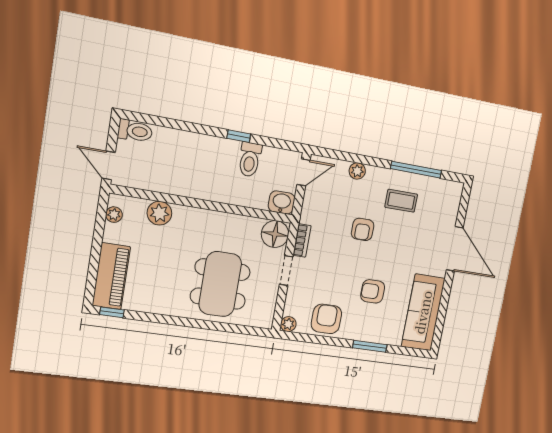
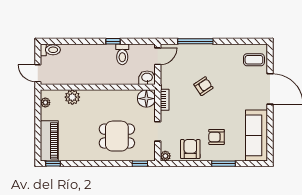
window: (416, 170) -> (195, 41), moved
plant: (357, 171) -> (193, 49), removed
coffee table: (401, 201) -> (254, 60), moved
armchair: (363, 229) -> (203, 86), turned -124
doorway: (286, 271) -> (158, 131), moved
dining table: (220, 284) -> (117, 136), width x0.73
armchair: (373, 291) -> (217, 137), moved
window: (248, 330) -> (140, 164), added

